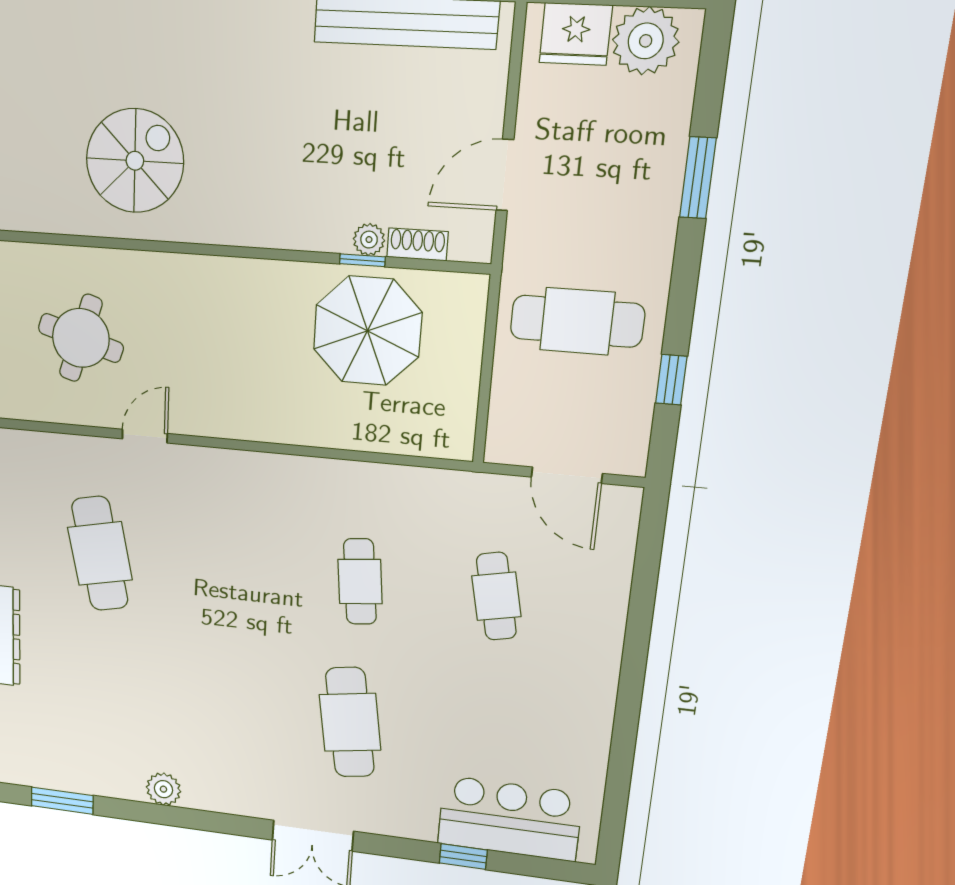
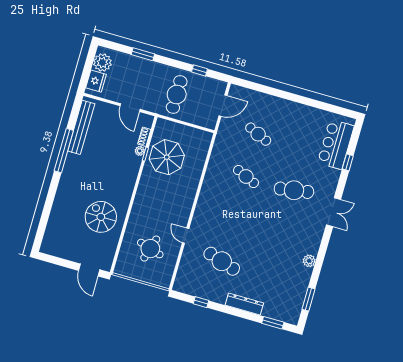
cafe table: (100, 554) -> (222, 261), turned 30
cafe table: (360, 582) -> (246, 177), turned 30
cafe table: (496, 596) -> (258, 134), turned 36

